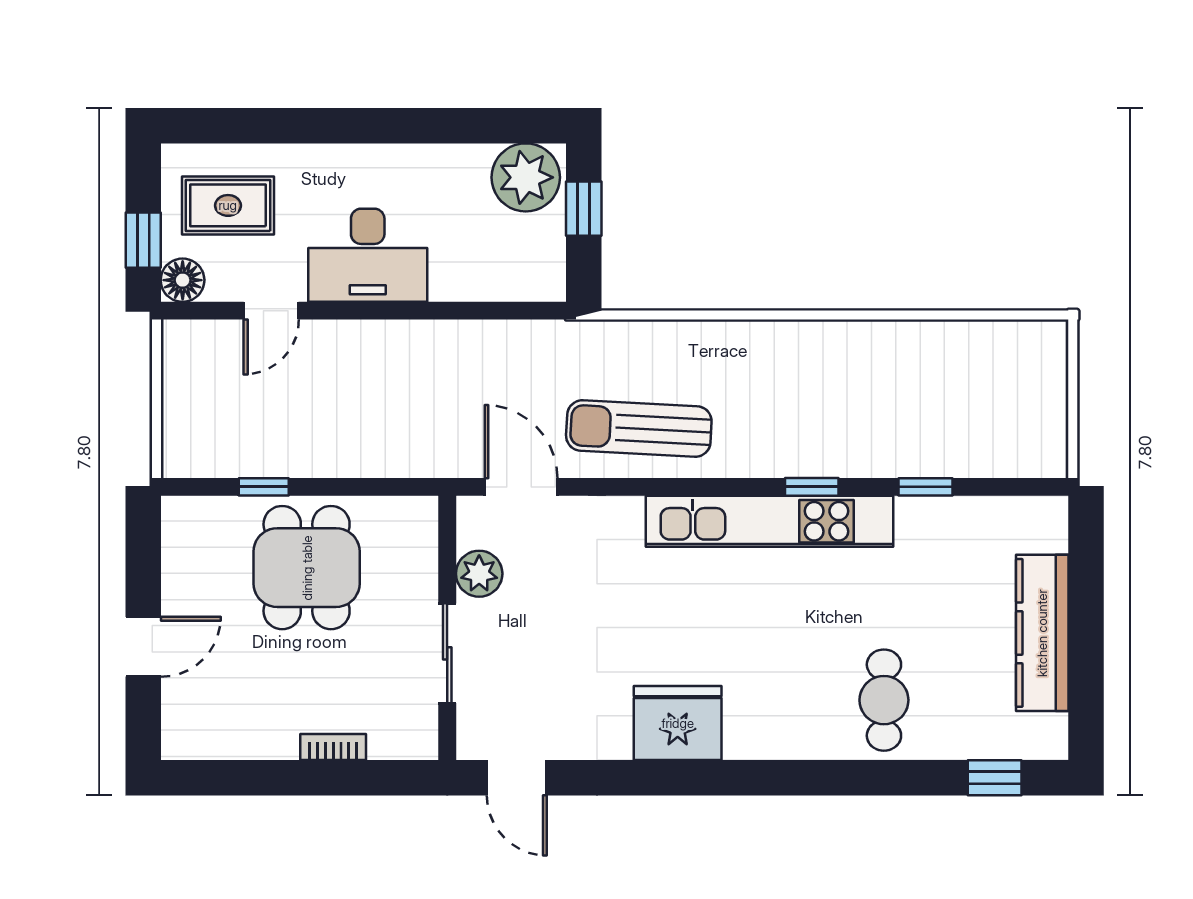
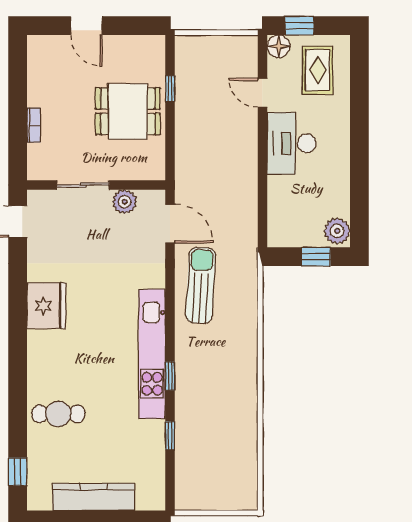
plant: (526, 177) -> (337, 231), width x0.73, depth x0.73
door: (521, 487) -> (170, 224), hinge flipped

